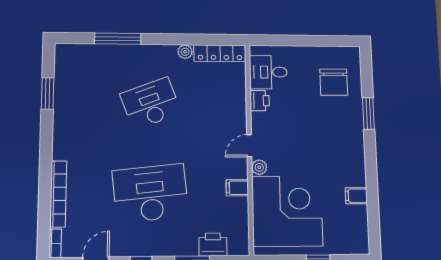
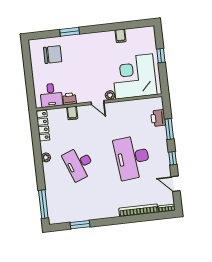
window: (118, 39) -> (43, 204), moved
plant: (185, 52) -> (46, 157), moved
filing cabinet: (237, 188) -> (72, 113), moved

